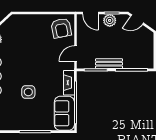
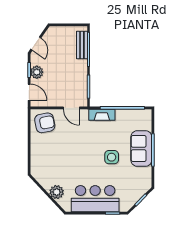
door: (90, 13) -> (29, 92), hinge flipped
bench: (109, 64) -> (82, 45), moved
sofa: (64, 113) -> (141, 149), moved, turned 90

